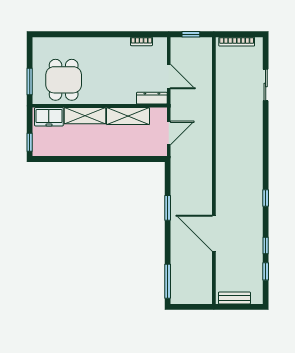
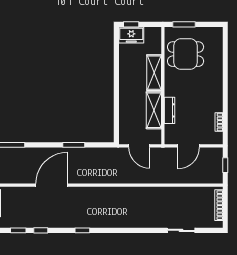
dresser: (152, 98) -> (169, 110), moved
freezer: (49, 117) -> (131, 35), moved, turned -90

